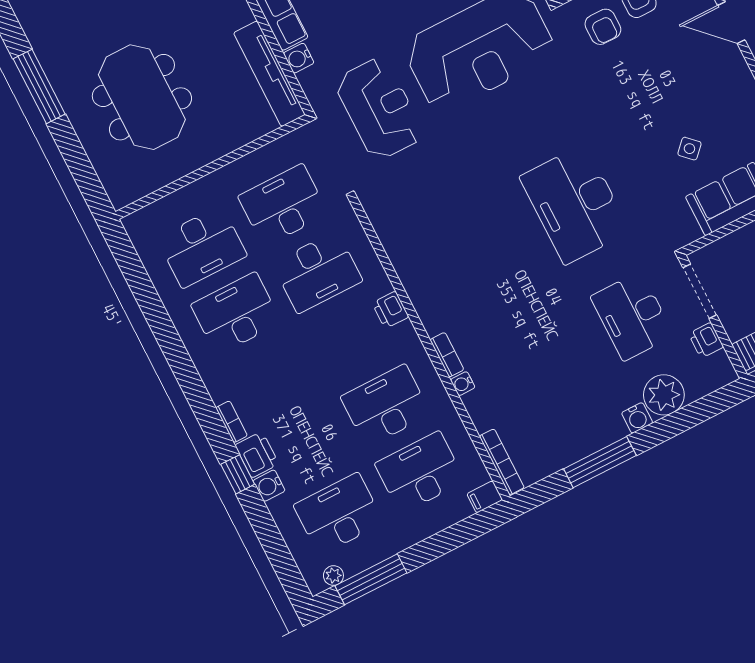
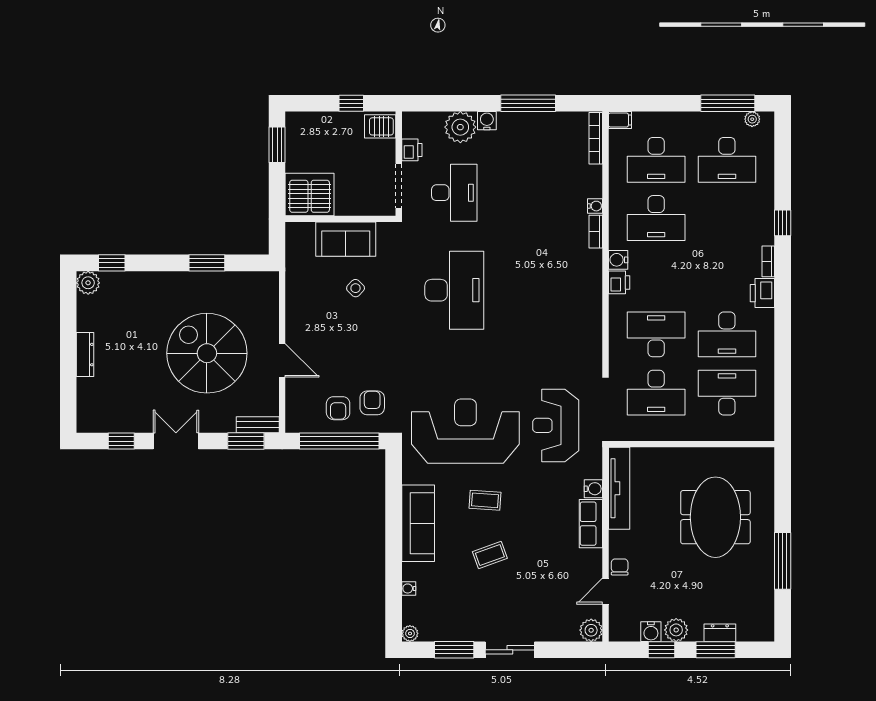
printer: (257, 455) -> (762, 293), moved
water cooler: (269, 486) -> (618, 260), moved, turned 180

